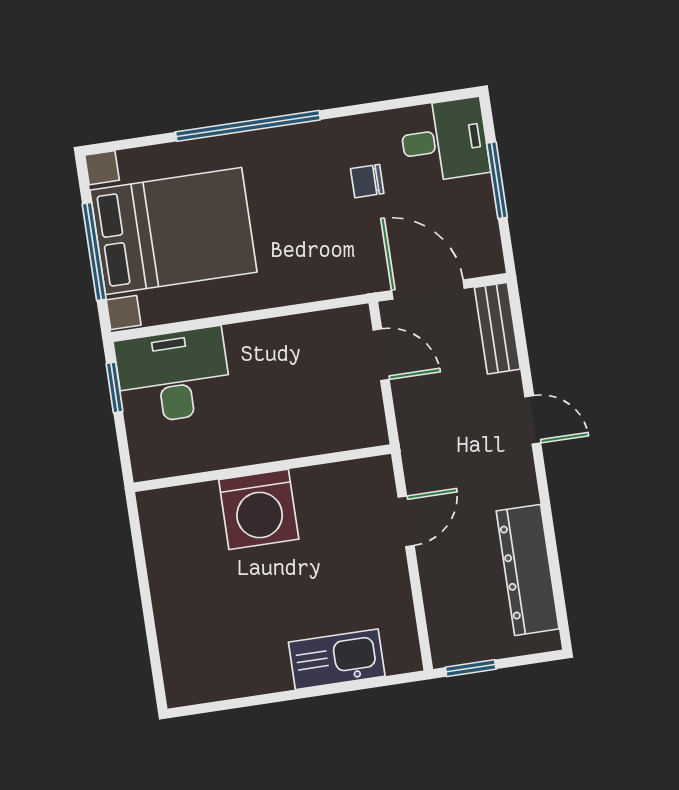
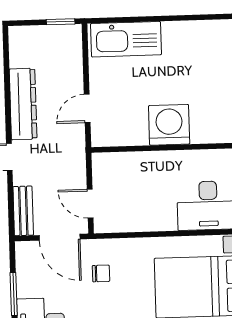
chair: (367, 181) -> (101, 273), moved
dresser: (528, 570) -> (23, 104), moved
kitchen sink: (337, 659) -> (126, 39), width x1.36, depth x1.24

